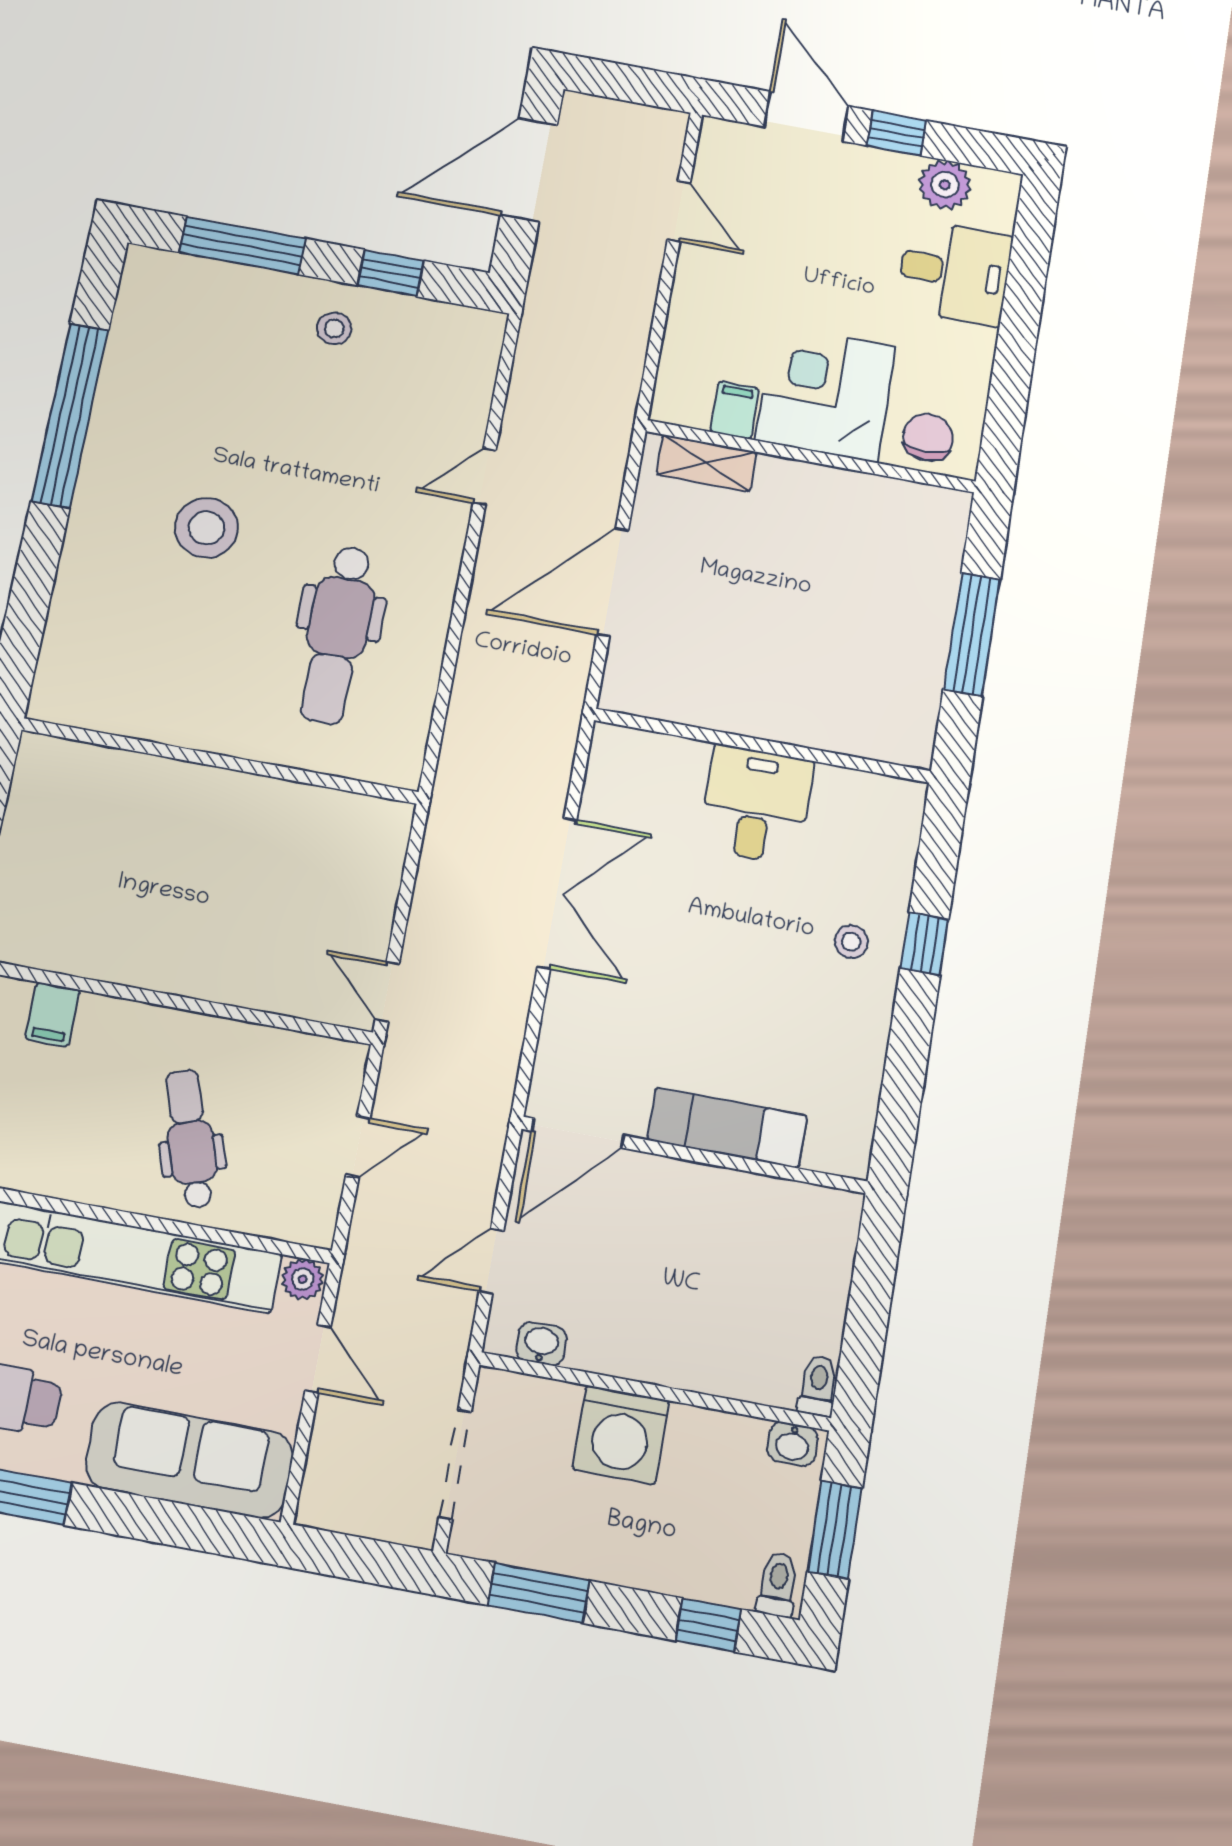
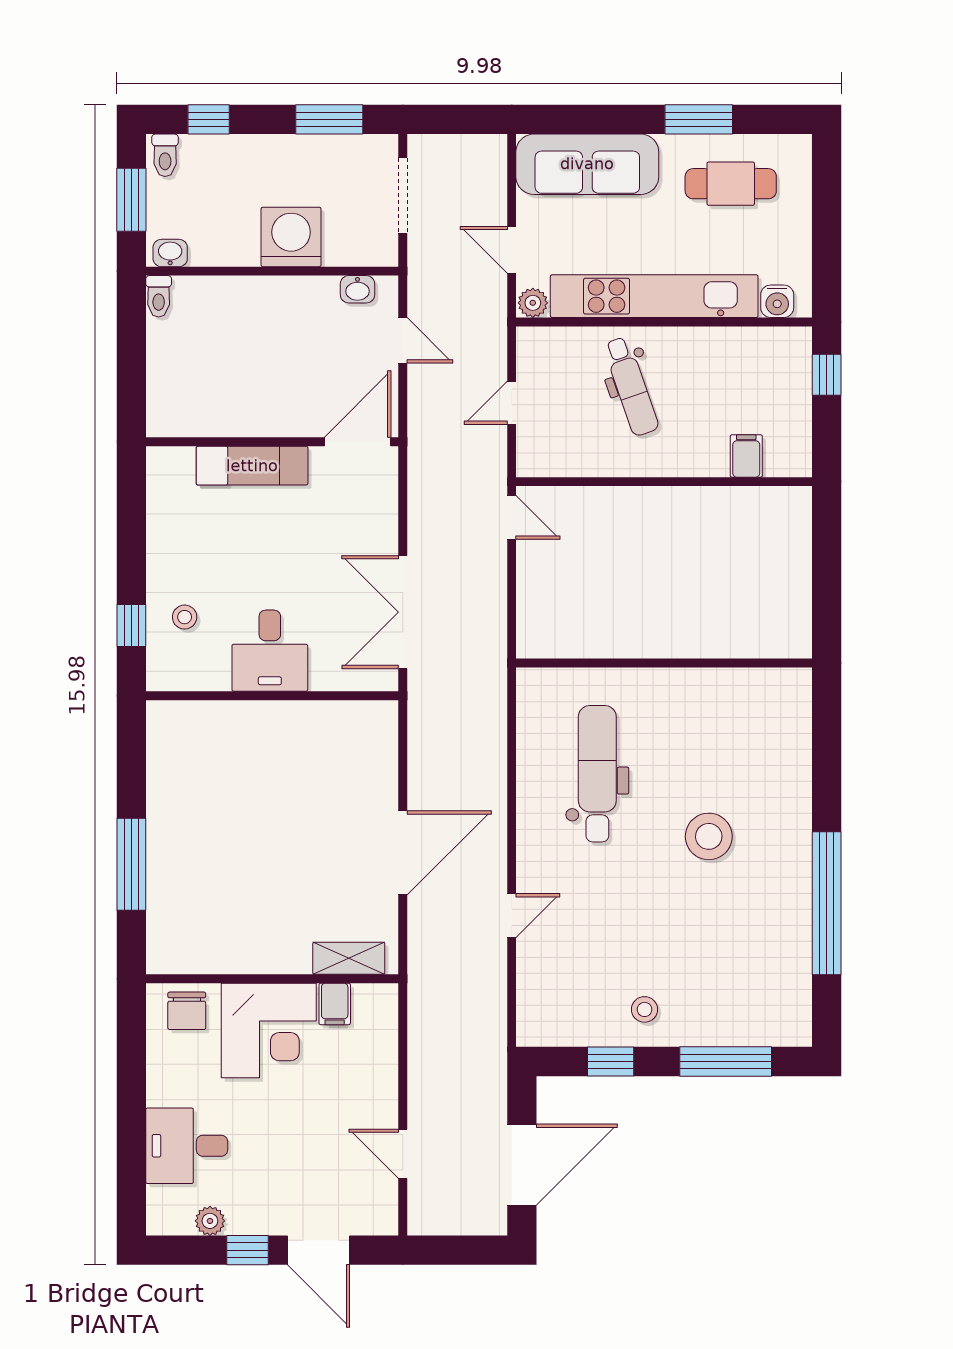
plant: (945, 185) -> (210, 1221), width x0.73, depth x0.73
wall: (763, 746) -> (272, 696), moved
desk: (756, 805) -> (270, 651), moved
door: (491, 1261) -> (403, 340), hinge flipped

